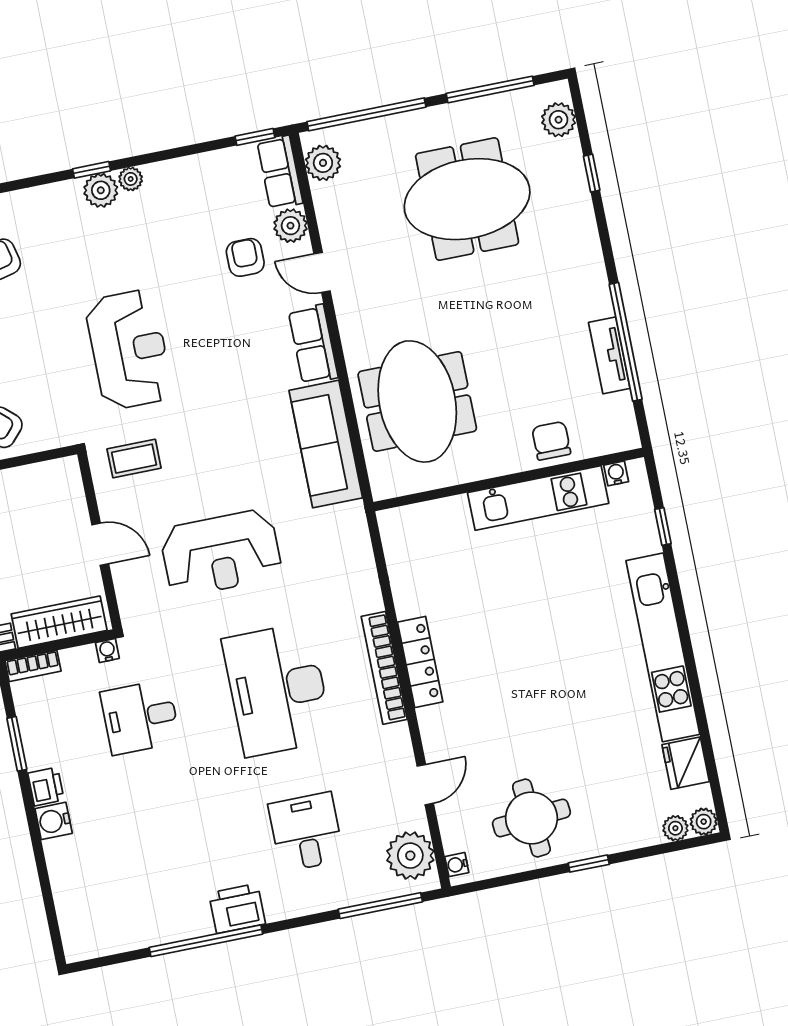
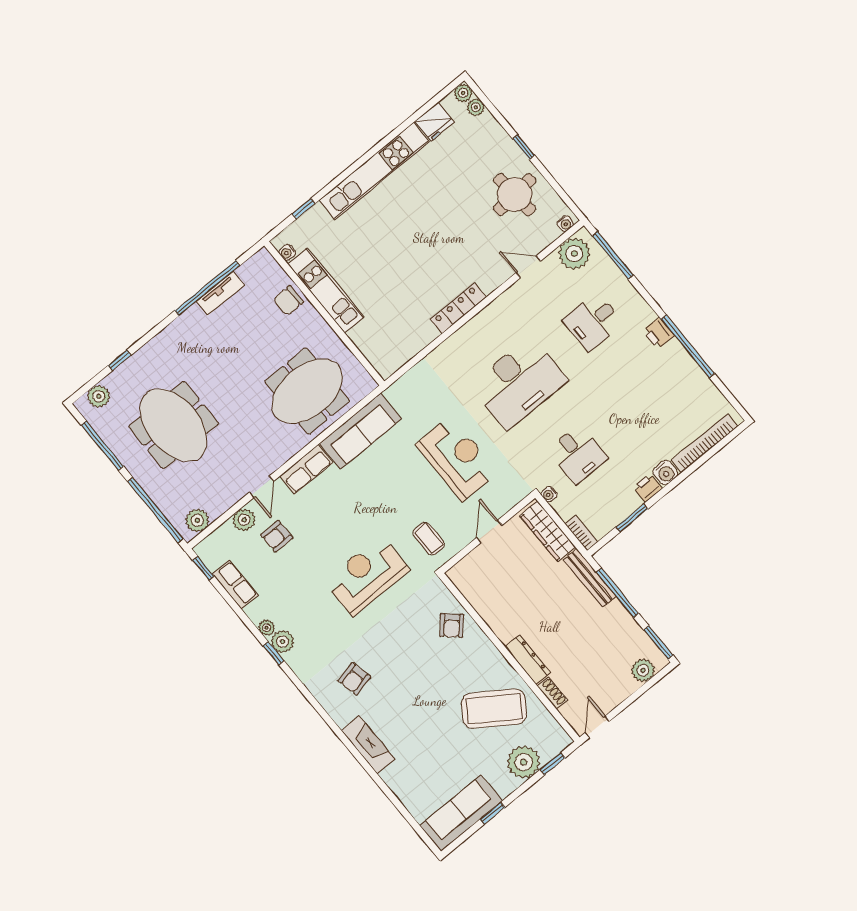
row of seats: (280, 172) -> (235, 585), moved, turned -90
bookcase: (384, 668) -> (704, 443), moved, turned 180
printer: (237, 908) -> (658, 333), width x0.73, depth x0.81

